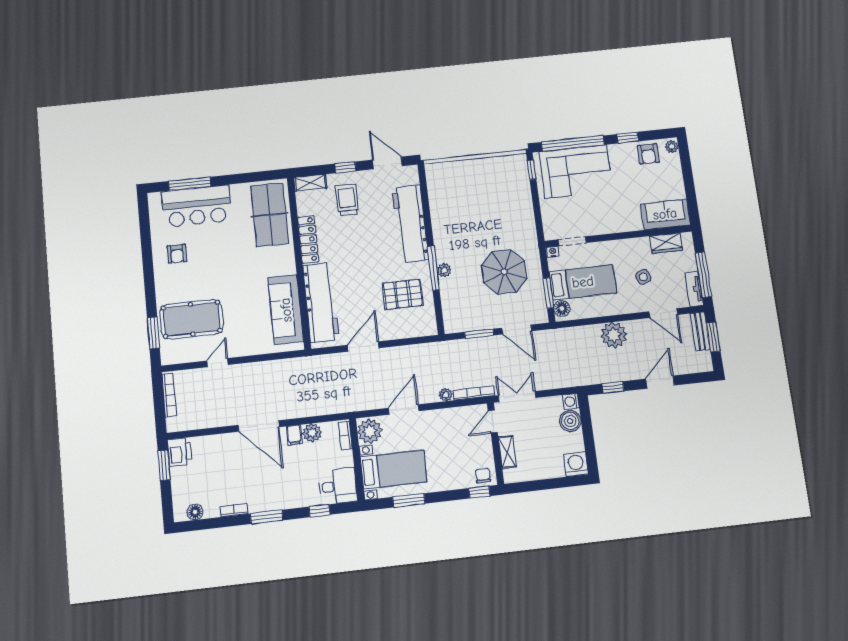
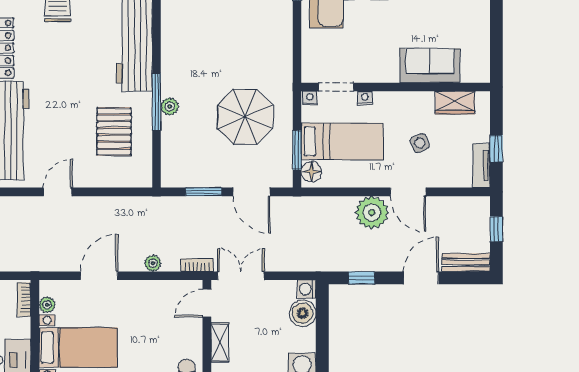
sofa: (665, 214) -> (430, 65), moved
nightstand: (596, 247) -> (365, 98), added
window: (703, 275) -> (496, 149), width x0.46
pallet: (403, 294) -> (114, 131), turned 90
door: (663, 313) -> (408, 192), moved
bench: (700, 331) -> (466, 262), moved, turned 90
window: (713, 337) -> (496, 229), width x0.67
door: (363, 346) -> (58, 192), width x0.73
bookcase: (474, 393) -> (197, 265), width x0.64
plant: (370, 431) -> (47, 305), width x0.53, depth x0.53

